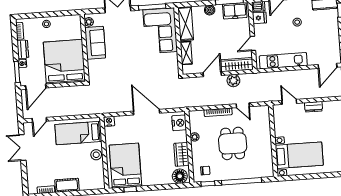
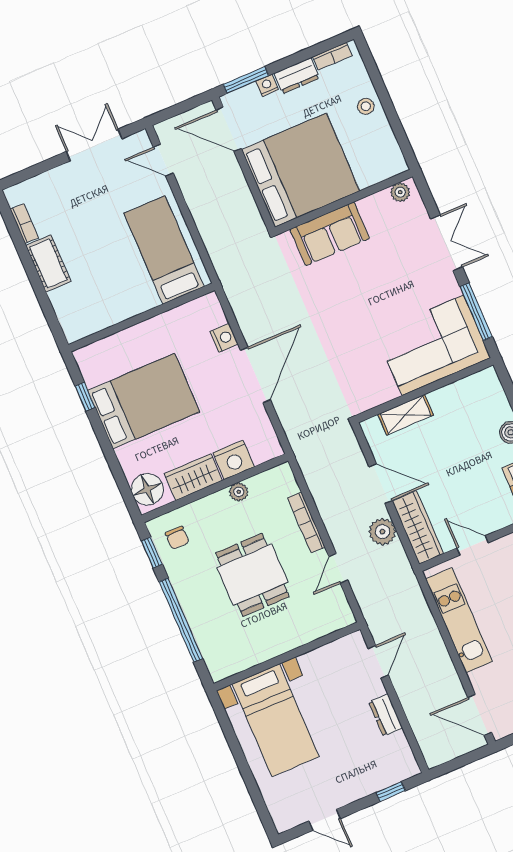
shelving: (186, 24) -> (466, 392), removed
sofa: (95, 43) -> (330, 234), moved
nightstand: (109, 121) -> (224, 338), moved
nightstand: (179, 123) -> (234, 460), moved
dining table: (233, 143) -> (252, 575), turned 90
stool: (96, 155) -> (132, 302), removed
bed: (125, 166) -> (144, 401), moved

